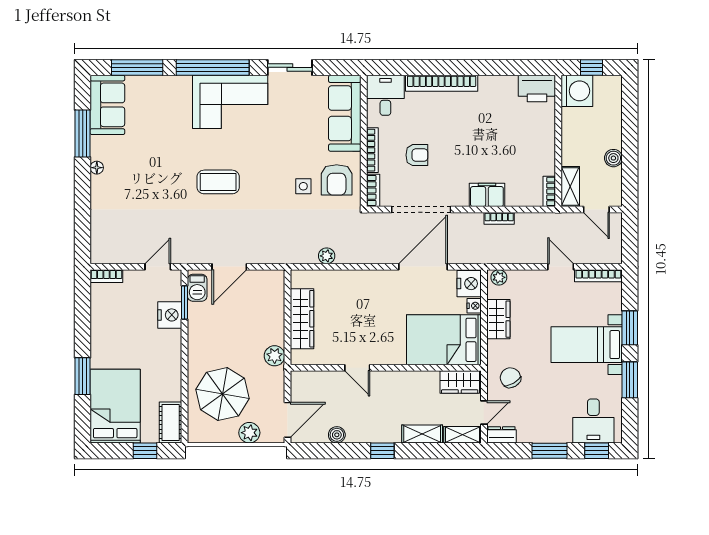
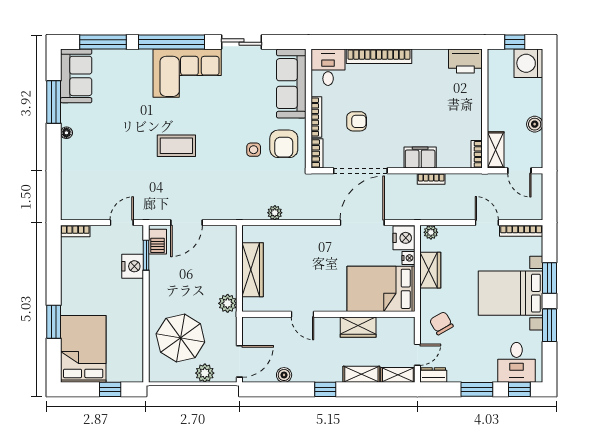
washing machine: (577, 91) -> (528, 63), moved, turned 180
bed with nightstands: (587, 345) -> (510, 293), width x1.36
wardrobe: (460, 382) -> (358, 327), moved
cot: (171, 423) -> (133, 364), removed

